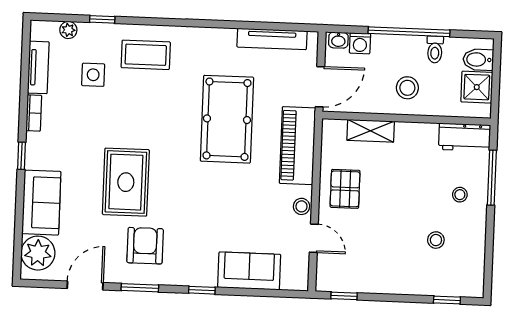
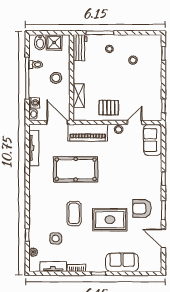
coffee table: (146, 55) -> (74, 213), moved
plant: (38, 253) -> (148, 263), removed
sofa: (249, 271) -> (153, 140), moved

